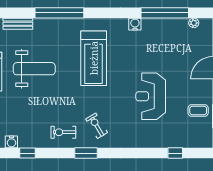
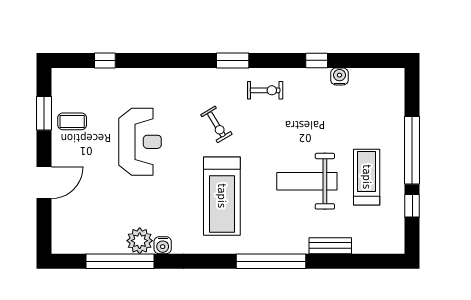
plant: (194, 23) -> (140, 241), moved, width x1.88, depth x1.88
treadmill: (94, 58) -> (222, 196), turned 180
exercise bike: (97, 126) -> (216, 124), moved

